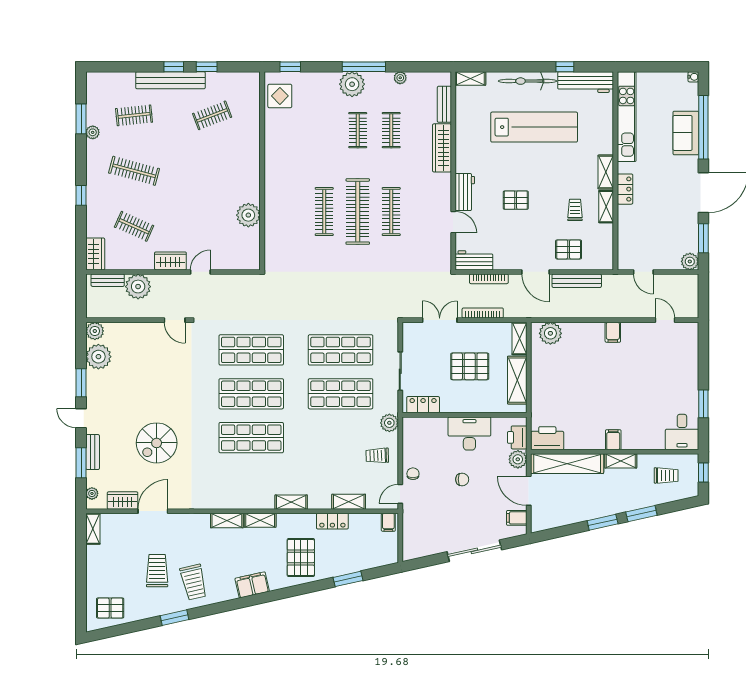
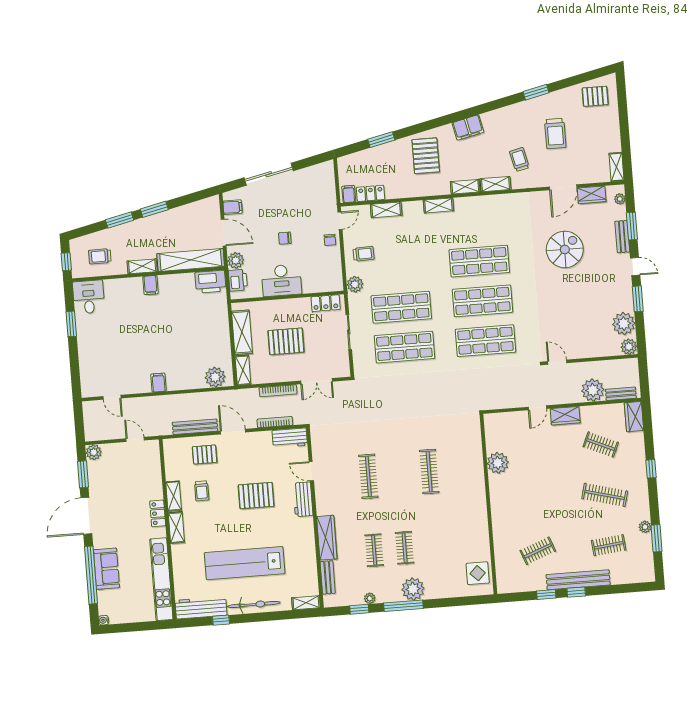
window: (290, 67) -> (359, 609), moved
pallet: (516, 200) -> (256, 496), width x1.50, depth x1.42
clothes rail: (358, 212) -> (399, 474), removed
locker: (332, 521) -> (371, 193), moved
trolley: (194, 582) -> (519, 159), moved, width x0.73, depth x0.72

